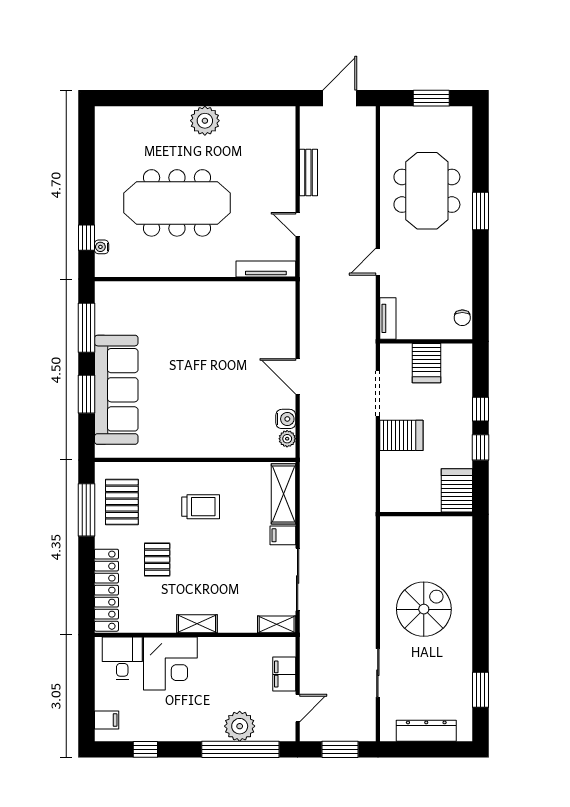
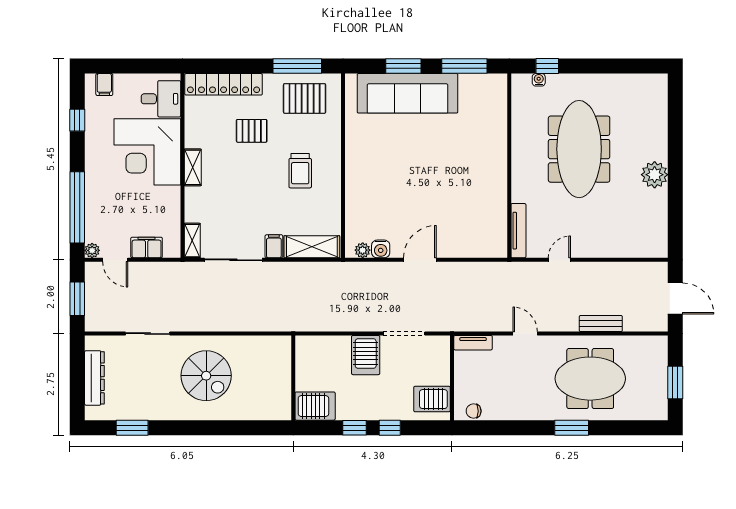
bench: (308, 173) -> (601, 324), moved
server rack: (427, 363) -> (432, 399), moved
corner desk: (170, 664) -> (147, 152), width x1.36, depth x1.36
plant: (240, 726) -> (92, 250), moved, width x0.53, depth x0.53

